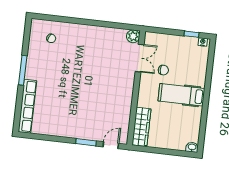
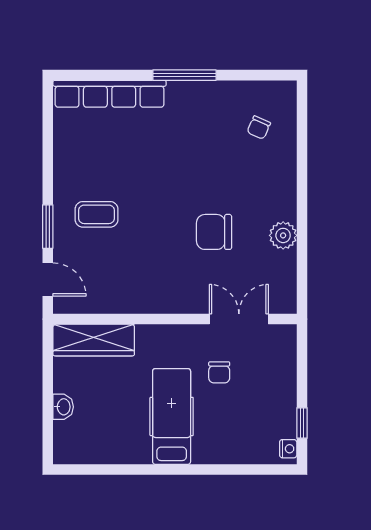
plant: (133, 36) -> (283, 235), moved
double door: (140, 58) -> (239, 319), swing flipped
chair: (98, 65) -> (214, 232), added
coffee table: (83, 119) -> (97, 214), added
washbasin: (192, 147) -> (63, 407), moved

